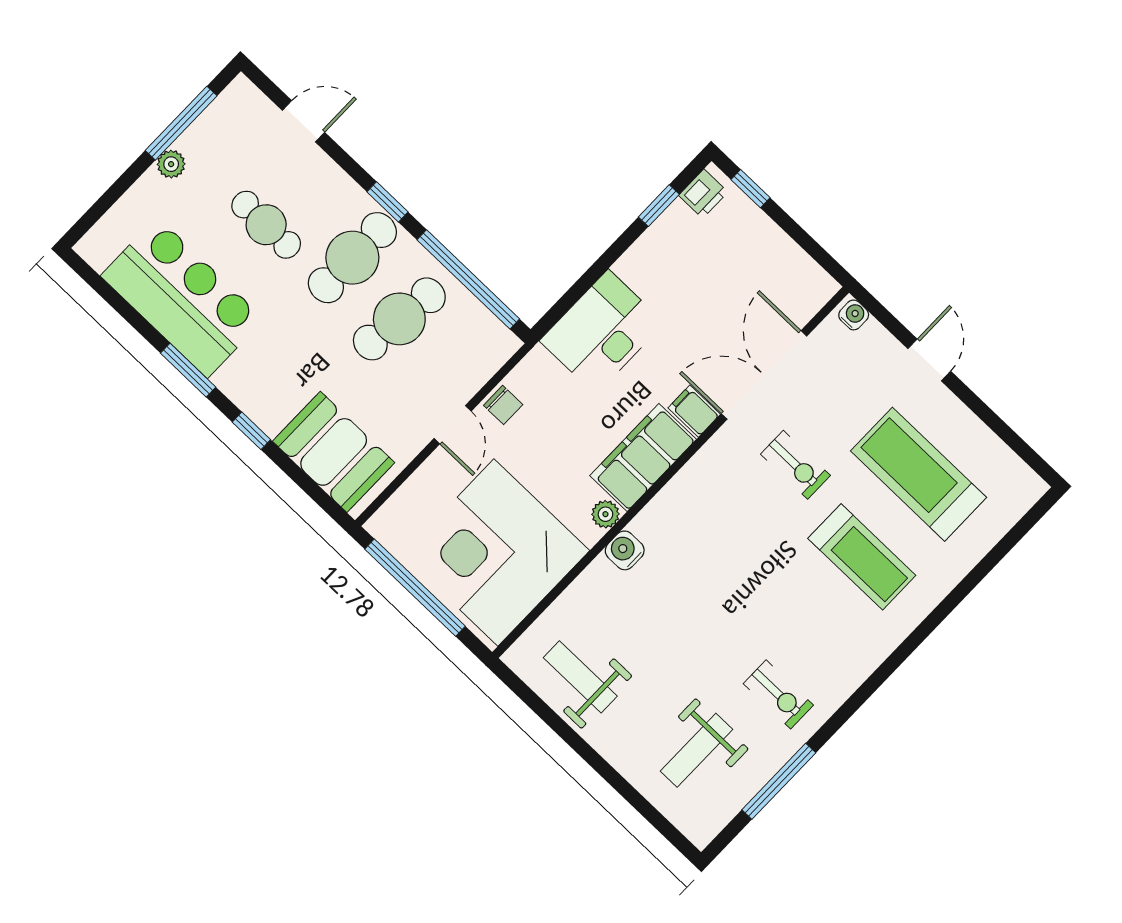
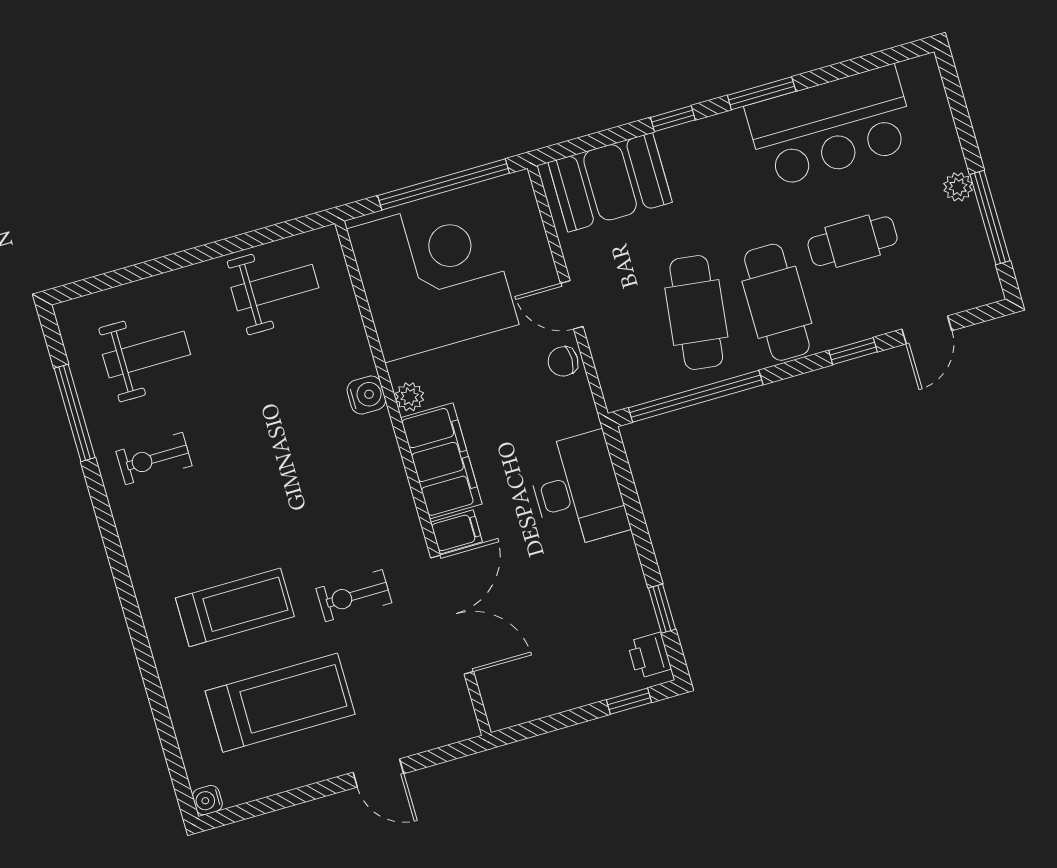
window: (388, 202) -> (853, 351), moved
water cooler: (854, 315) -> (207, 800), moved, turned 90
treadmill: (862, 557) -> (235, 607), turned 180
weight bench: (696, 750) -> (147, 355), turned 90

